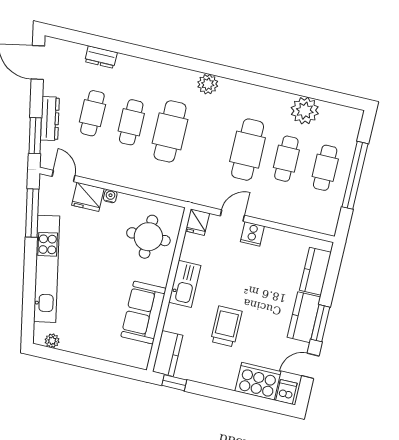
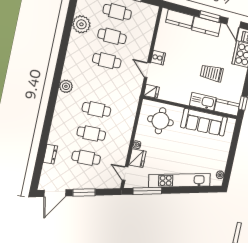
dresser: (50, 119) -> (90, 184), removed
cafe table: (170, 131) -> (96, 109), width x0.73, depth x0.74
window: (35, 136) -> (84, 192), moved
cafe table: (248, 150) -> (107, 61), width x0.73, depth x0.74
door: (63, 176) -> (125, 173), hinge flipped
kitchen sink: (185, 284) -> (203, 102), moved
sofa: (144, 313) -> (204, 122), width x1.36

